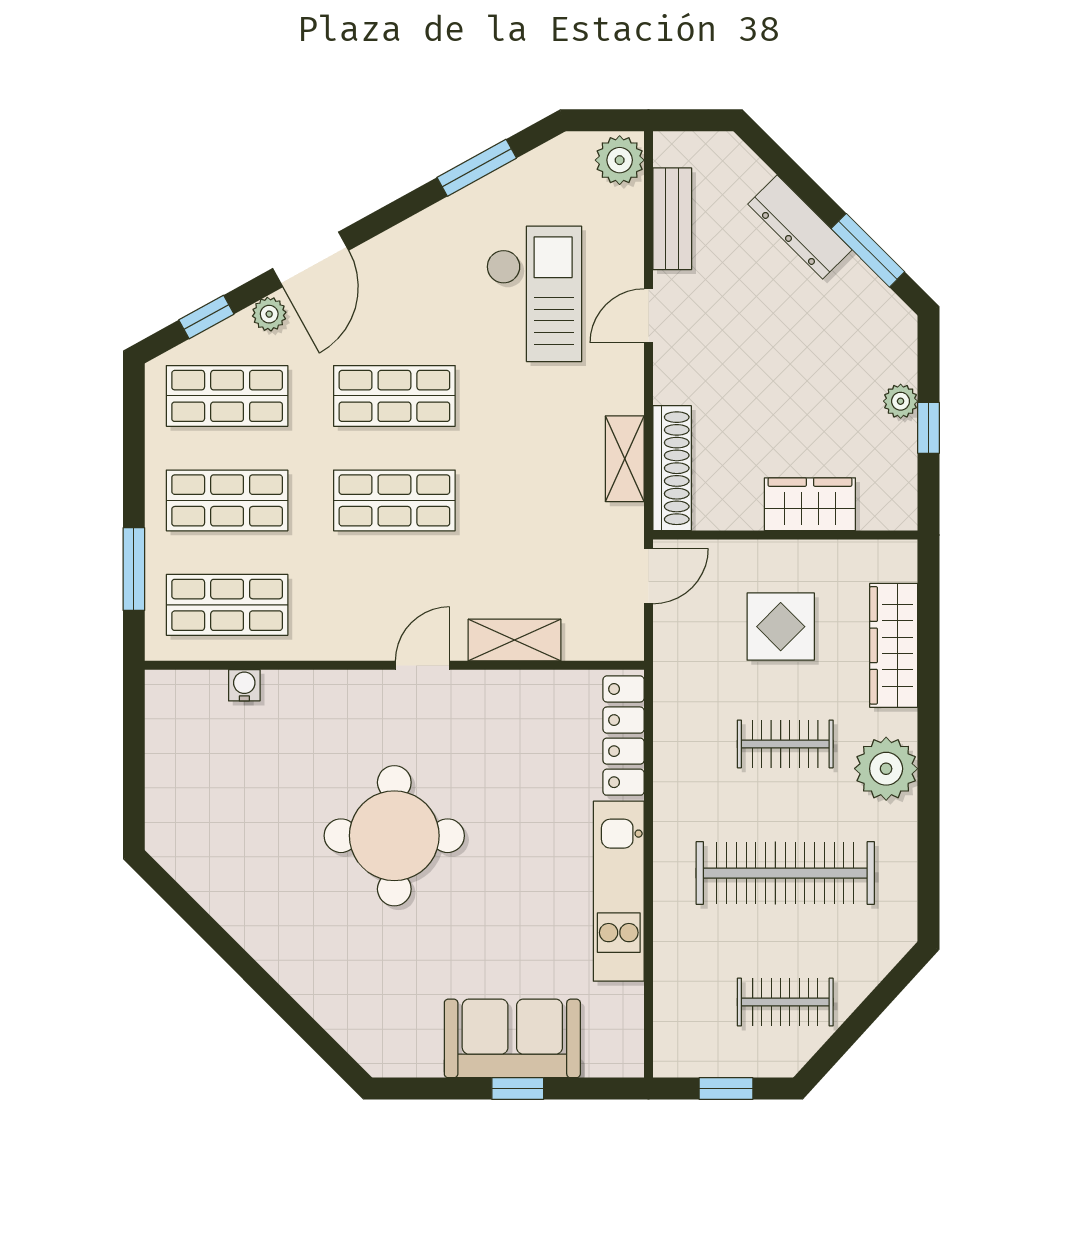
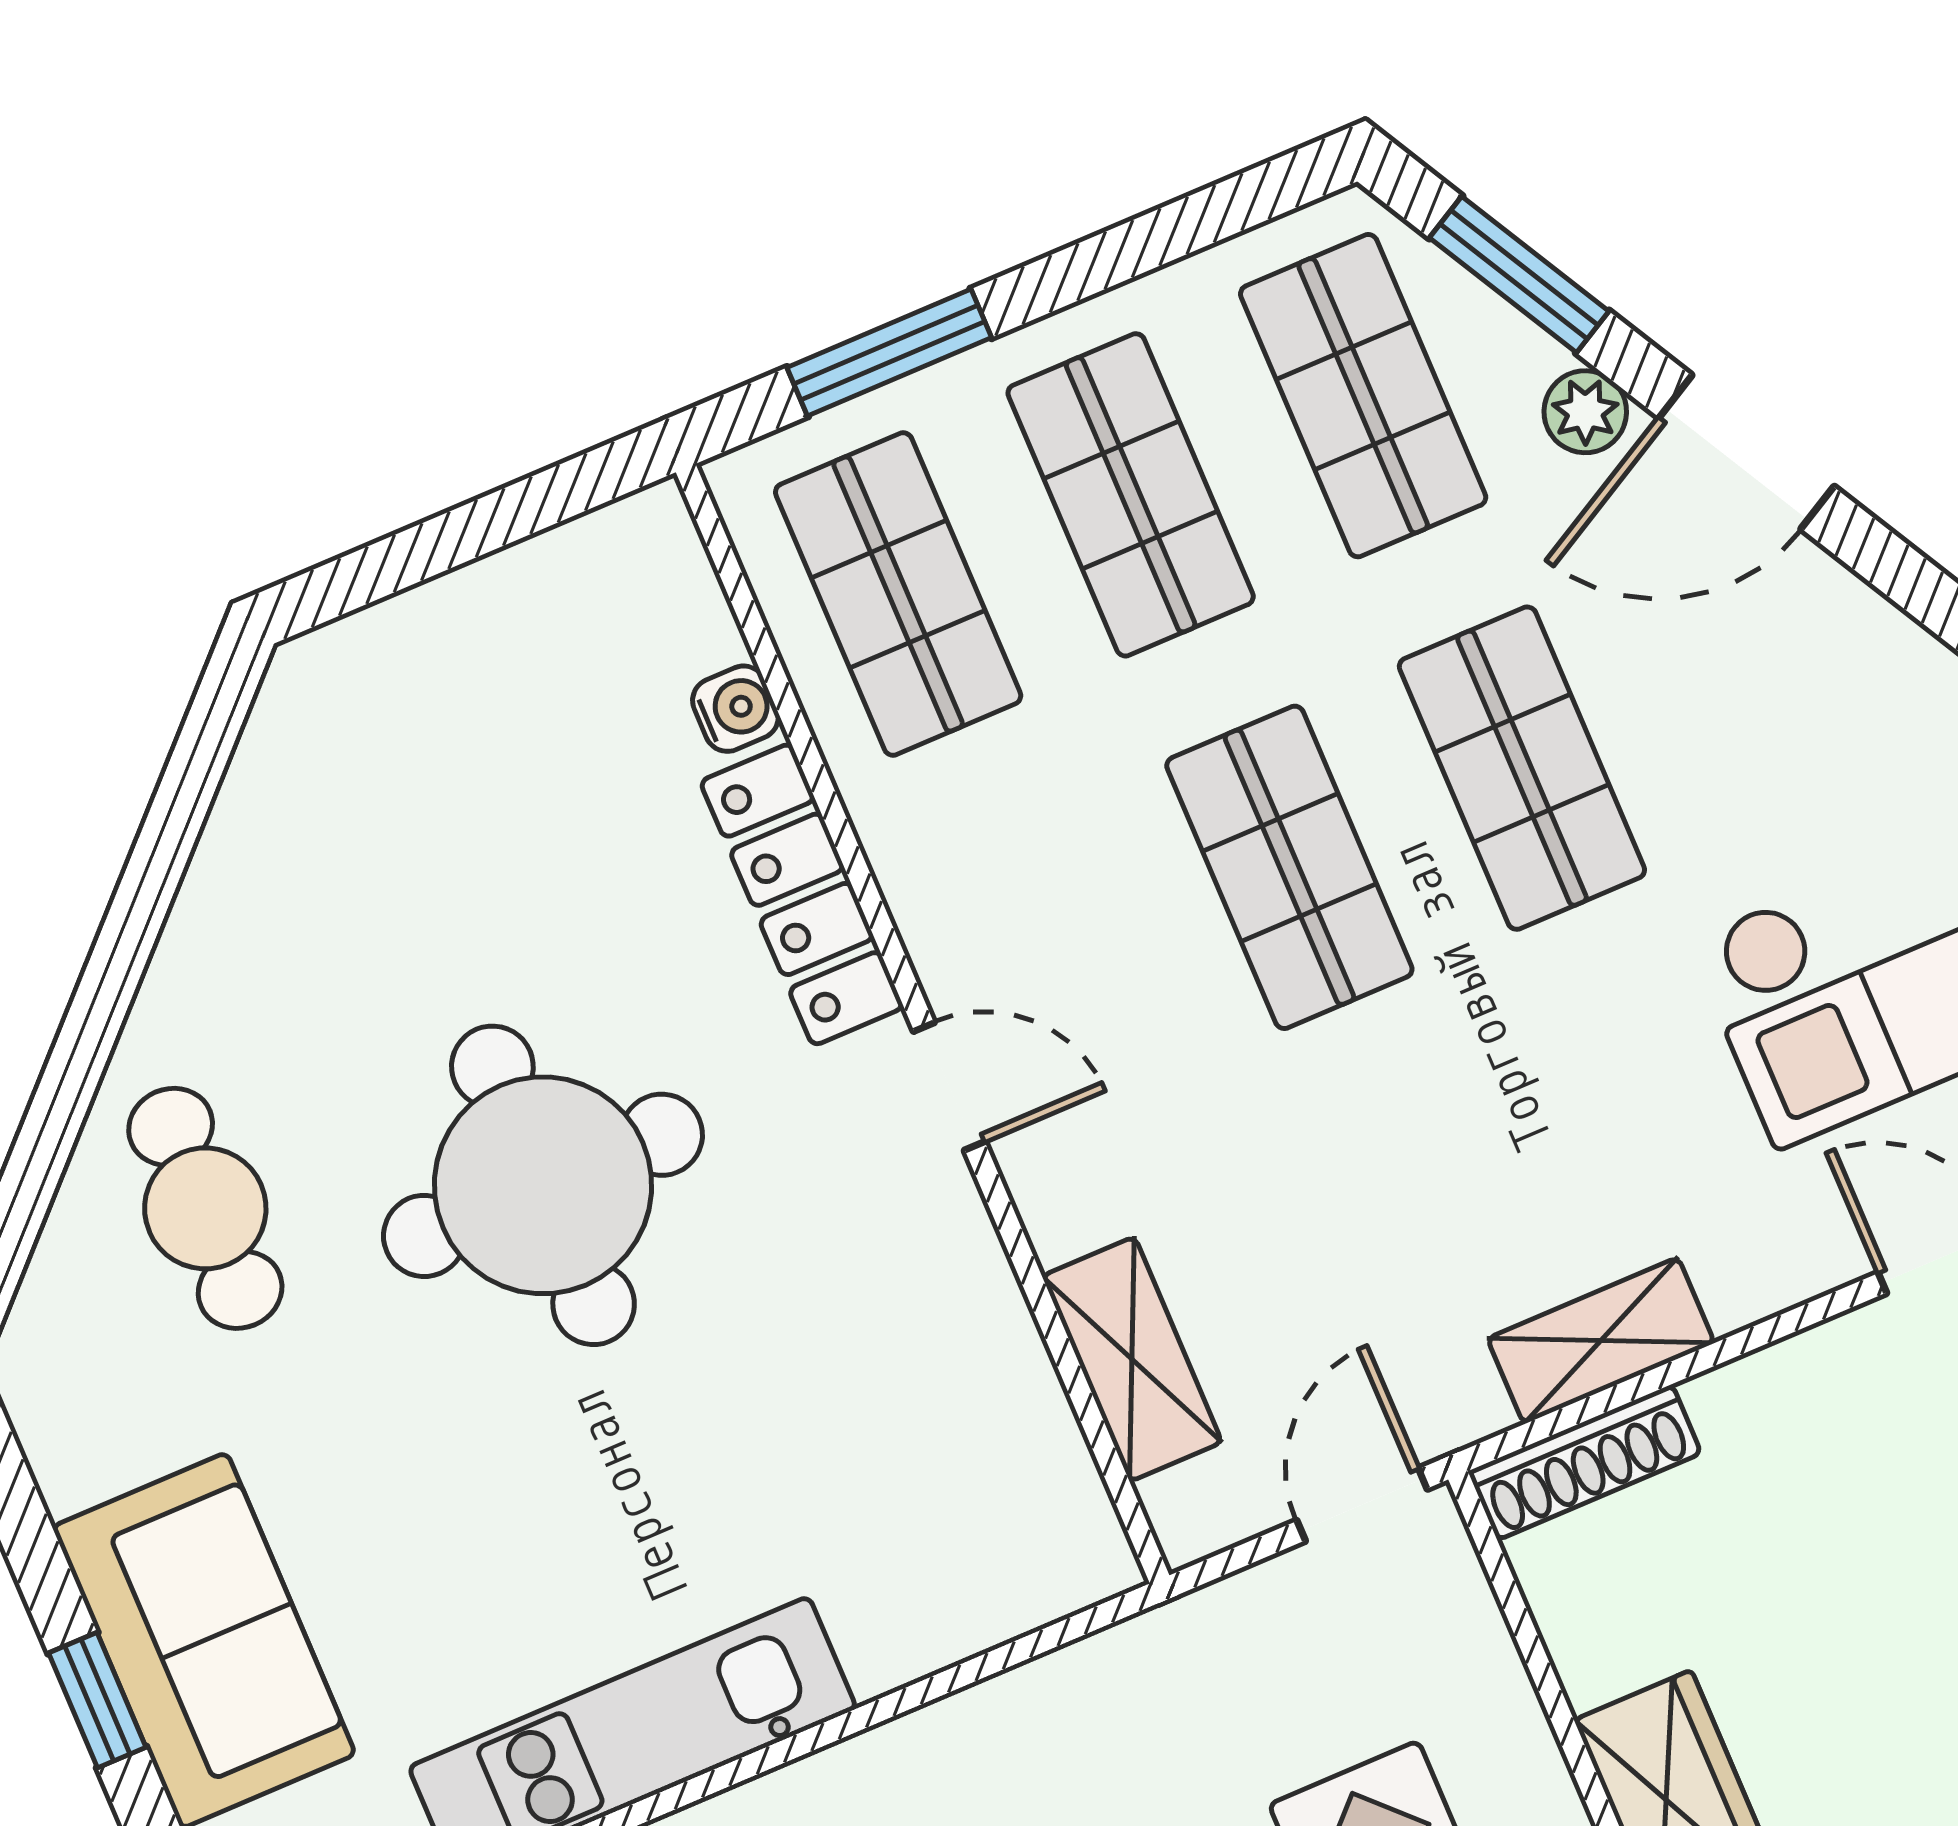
window: (206, 317) -> (1519, 274), width x1.50
shoe rack: (672, 468) -> (1585, 1462), width x0.74, depth x0.81
door: (648, 576) -> (1362, 1505), swing flipped
shelving: (514, 640) -> (1132, 1359), moved
locker: (624, 736) -> (802, 894), moved, turned -90
cafe table: (348, 968) -> (205, 1208), added

